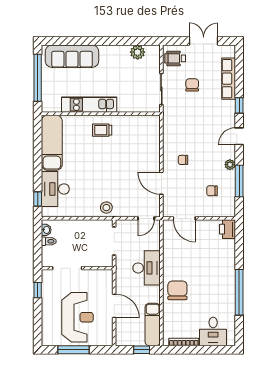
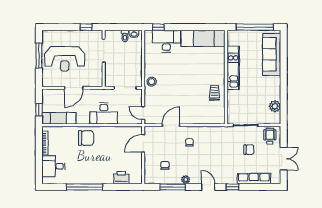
trolley: (102, 130) -> (214, 93), moved
printer: (227, 229) -> (121, 178), moved

